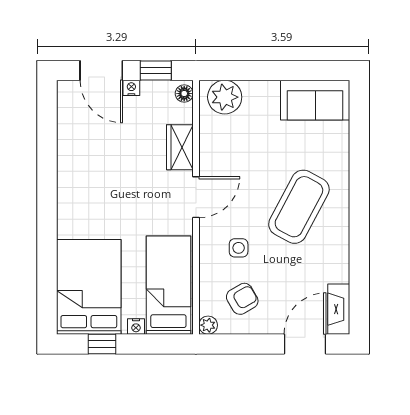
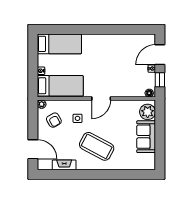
sofa: (315, 100) -> (146, 137), moved
wardrobe: (180, 147) -> (124, 91), removed
door: (196, 197) -> (101, 99), hinge flipped
bed: (89, 287) -> (59, 44), width x0.67
fireplace: (339, 309) -> (64, 165), moved
window: (102, 344) -> (33, 55), removed

